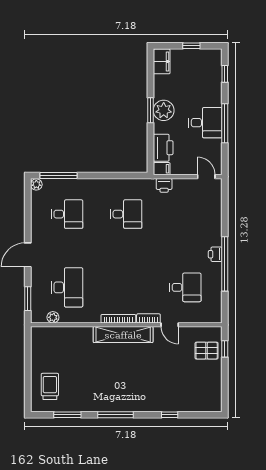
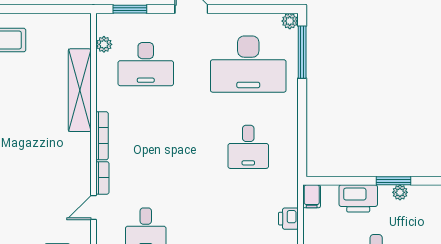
plant: (164, 110) -> (400, 192), width x0.53, depth x0.53
printer: (163, 148) -> (358, 198), moved
printer: (164, 185) -> (288, 219), moved
desk: (67, 214) -> (248, 64), width x1.87, depth x1.30
shelving: (123, 335) -> (80, 90), moved

